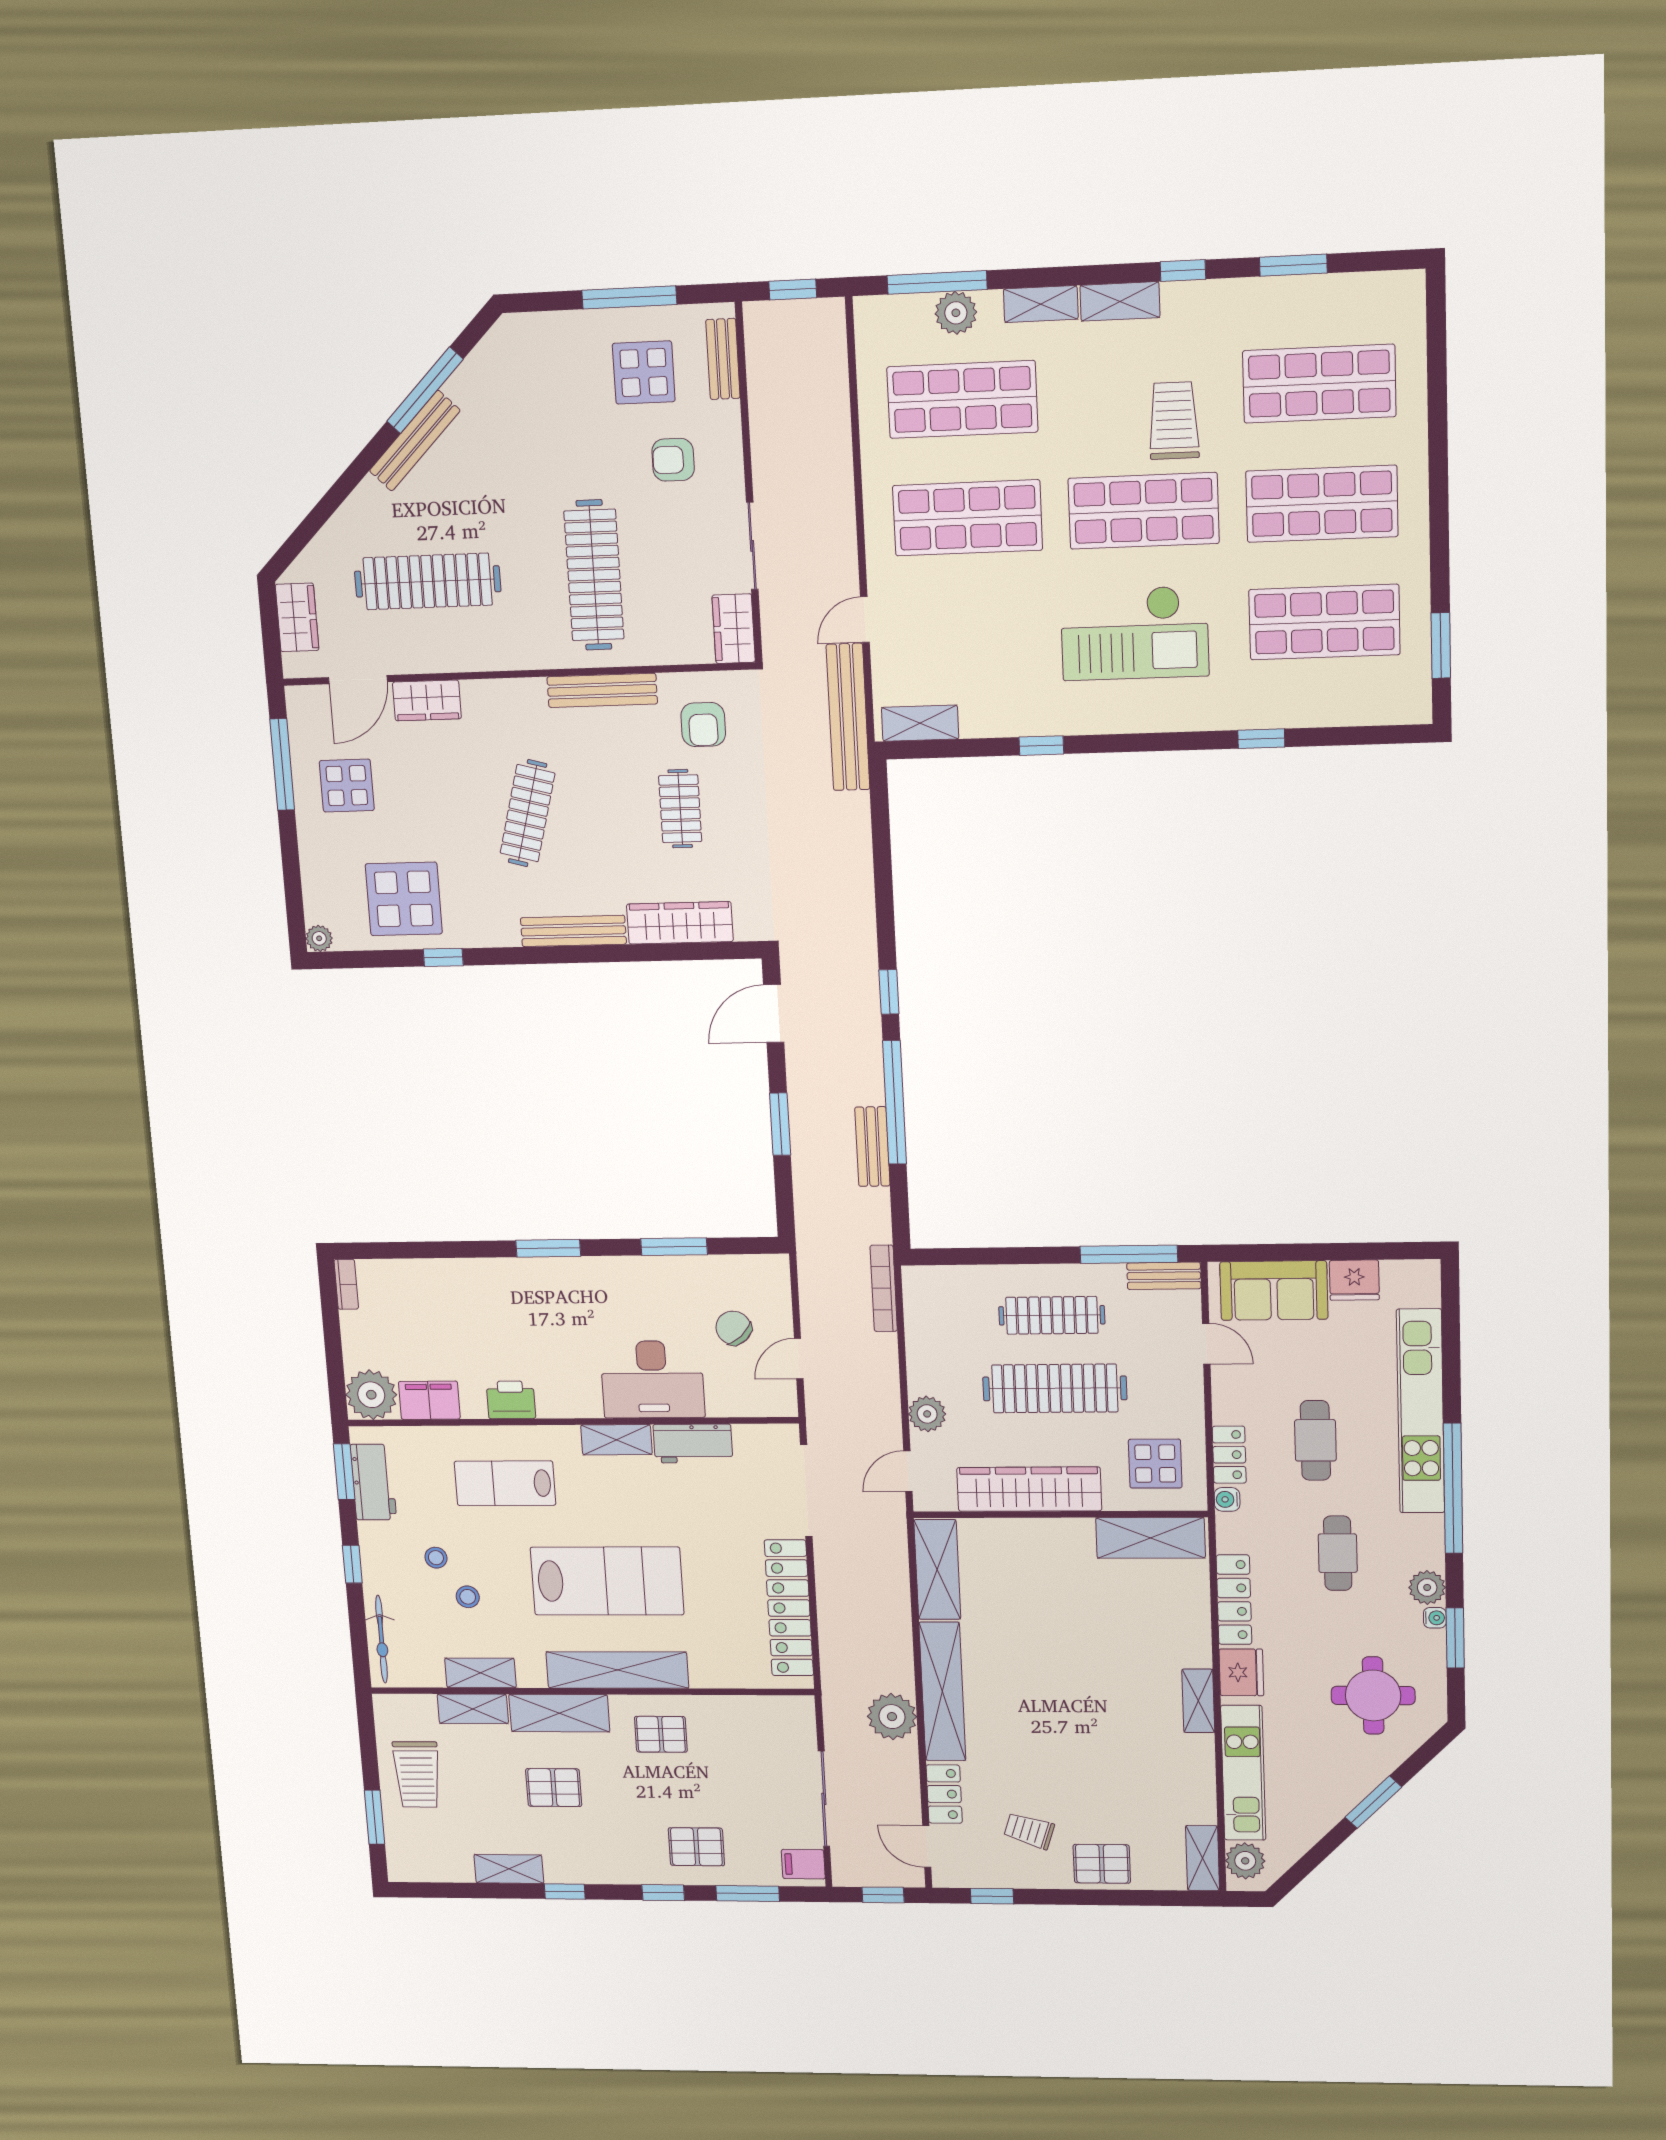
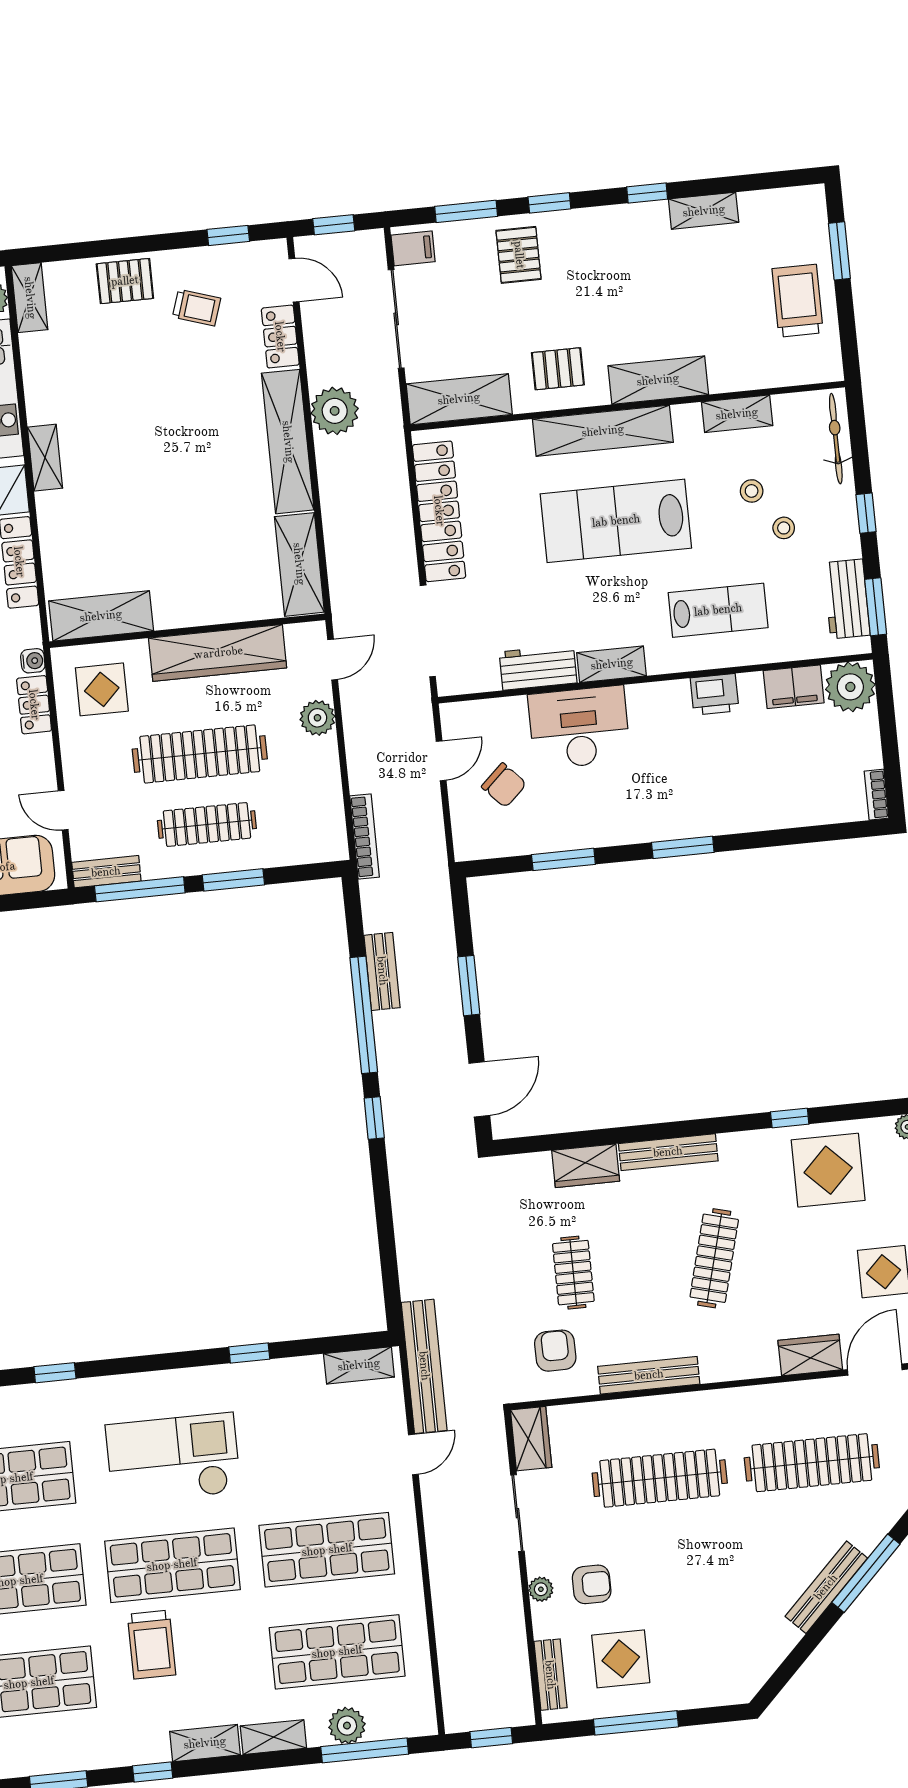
window: (425, 390) -> (866, 1573), moved
plant: (730, 458) -> (541, 1589), added
clothes rail: (594, 575) -> (660, 1478), turned 90
wardrobe: (680, 923) -> (586, 1166), width x0.67
window: (1027, 1256) -> (233, 880), added
shelving: (473, 1709) -> (459, 399), moved, width x1.50, depth x1.33
pallet: (554, 1788) -> (661, 302), removed
pallet: (696, 1847) -> (519, 255), turned 90

